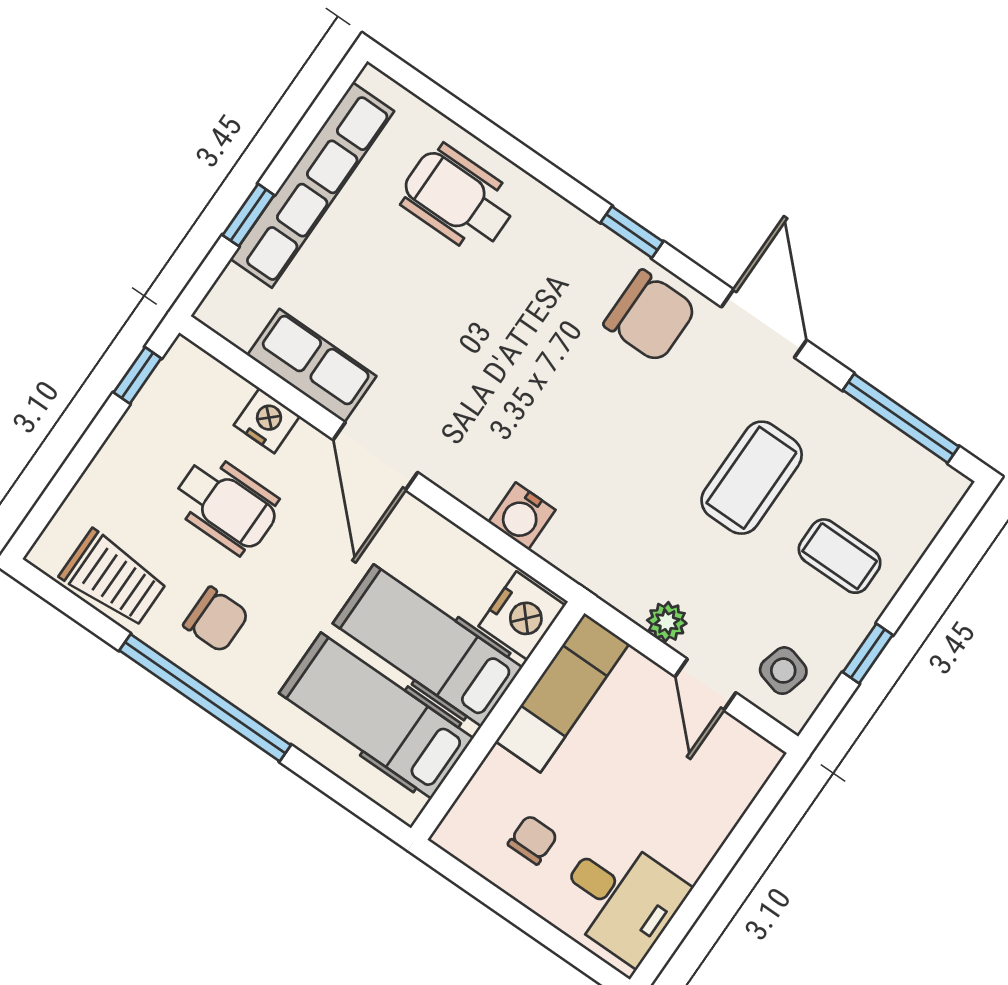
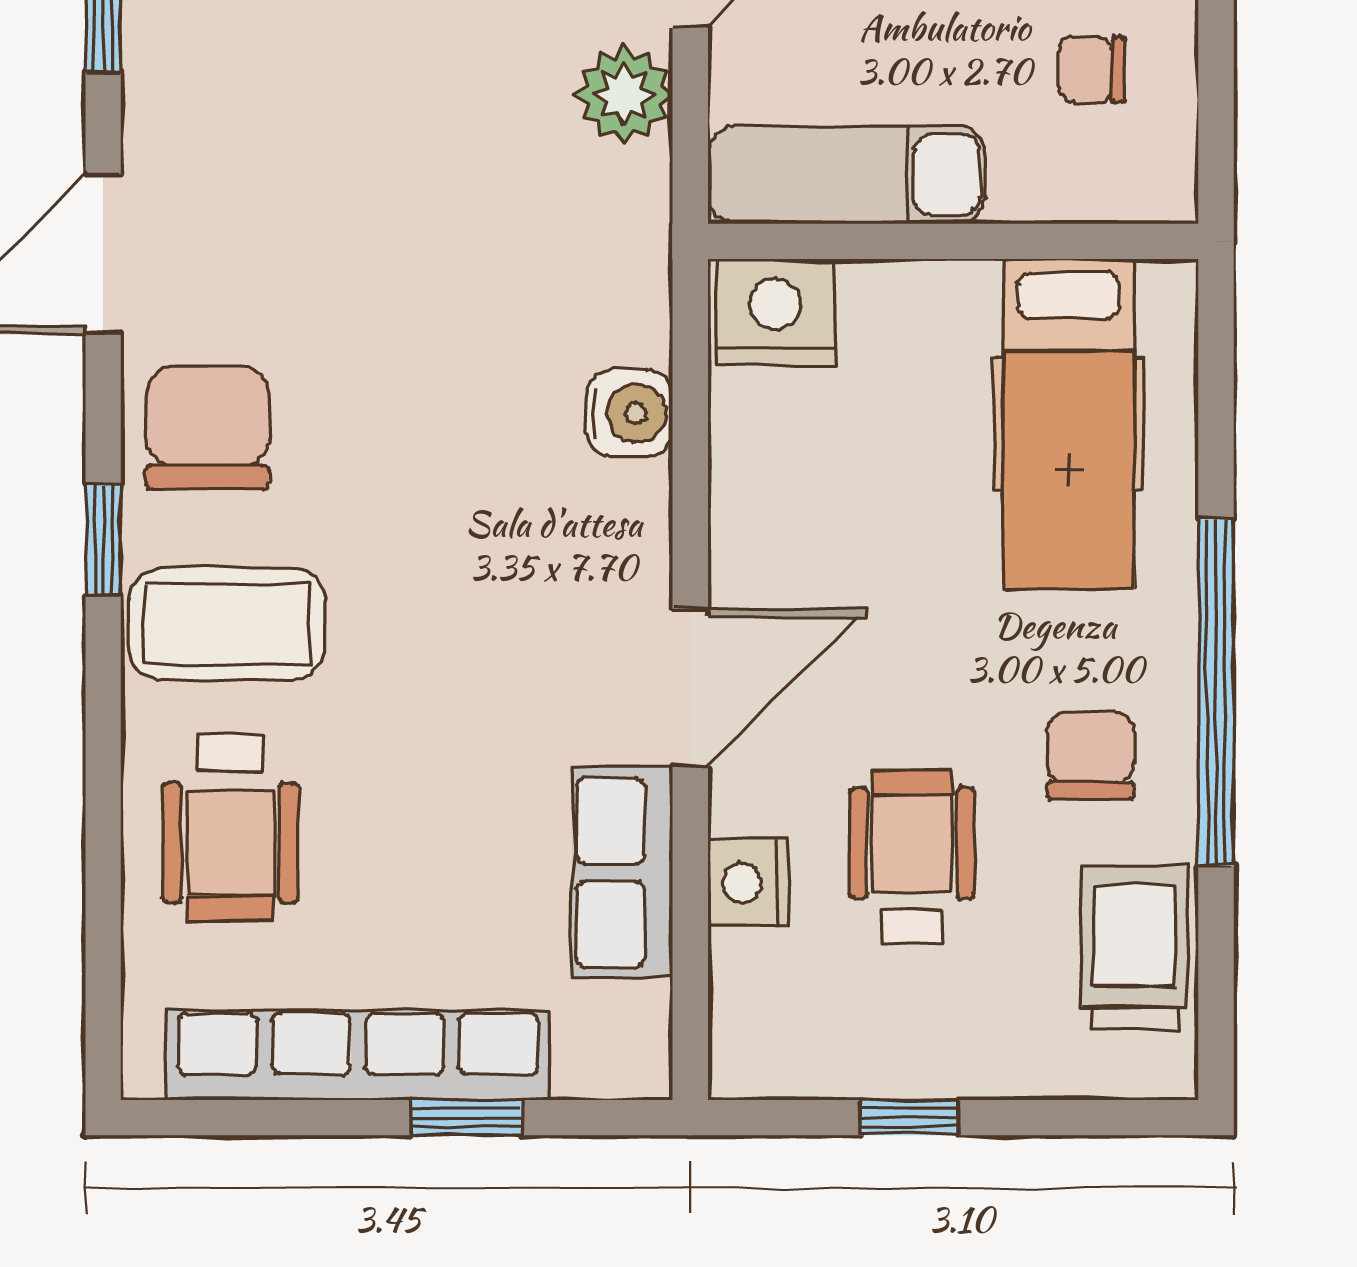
window: (137, 375) -> (909, 1118), moved
coffee table: (752, 478) -> (227, 624), moved
plant: (667, 622) -> (624, 94), width x1.38, depth x1.38
hospital bed: (428, 645) -> (914, 420), removed

